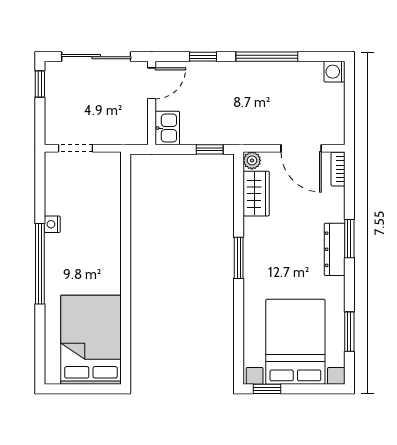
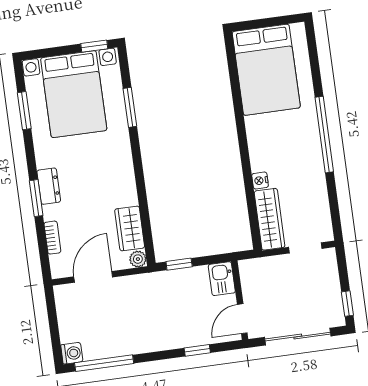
window: (267, 57) -> (104, 363), moved
door: (301, 148) -> (93, 277), hinge flipped
bookcase: (338, 169) -> (52, 238), moved
wardrobe: (109, 183) -> (270, 219), added
nightstand: (52, 224) -> (260, 180), moved, turned 180
dresser: (335, 249) -> (49, 186), width x0.70
window: (239, 258) -> (130, 107), moved

